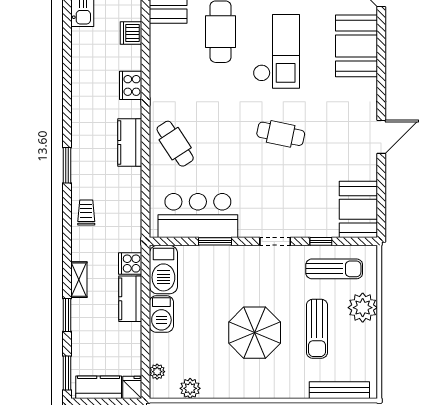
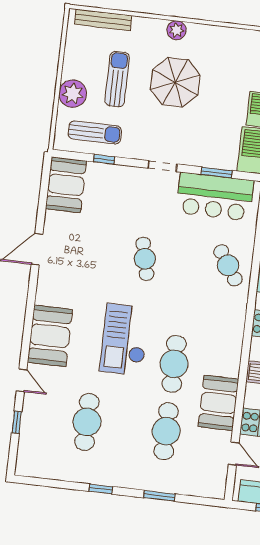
cafe table: (281, 134) -> (145, 259), moved, turned 65
window: (215, 241) -> (217, 172), moved
doorway: (275, 241) -> (162, 166), moved
sun lounger: (334, 269) -> (95, 132), turned 180
plant: (190, 388) -> (176, 30), moved

